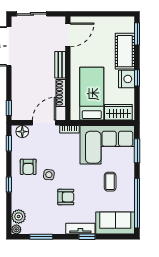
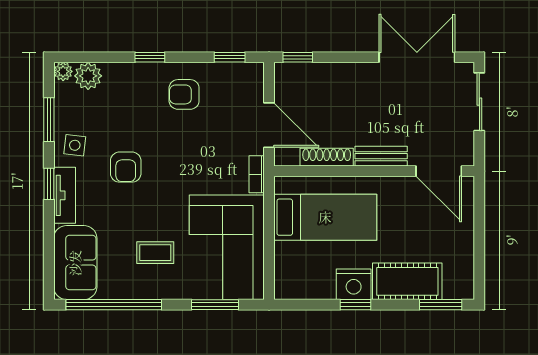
wardrobe: (118, 112) -> (289, 269), removed
floor lamp: (22, 132) -> (252, 83), removed
side table: (49, 175) -> (75, 145), moved
window: (87, 237) -> (49, 184), moved

